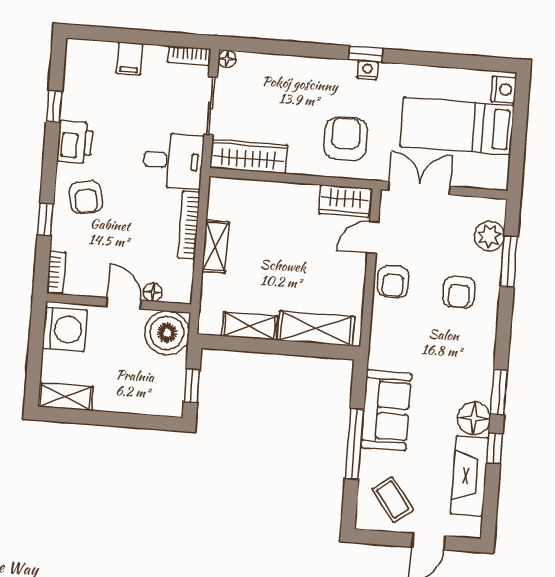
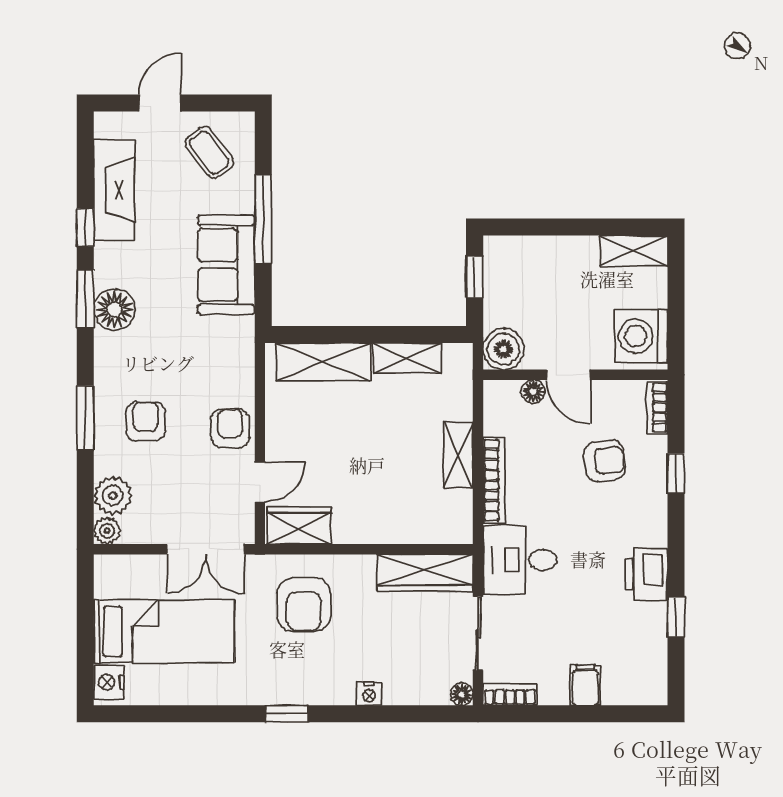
nightstand: (367, 70) -> (369, 694), moved
armchair: (86, 197) -> (605, 461), moved, turned 94
plant: (496, 209) -> (107, 531), added
window: (509, 262) -> (85, 418), moved
boiler: (167, 333) -> (504, 349), width x0.73, depth x0.73
floor lamp: (474, 418) -> (115, 310), moved

